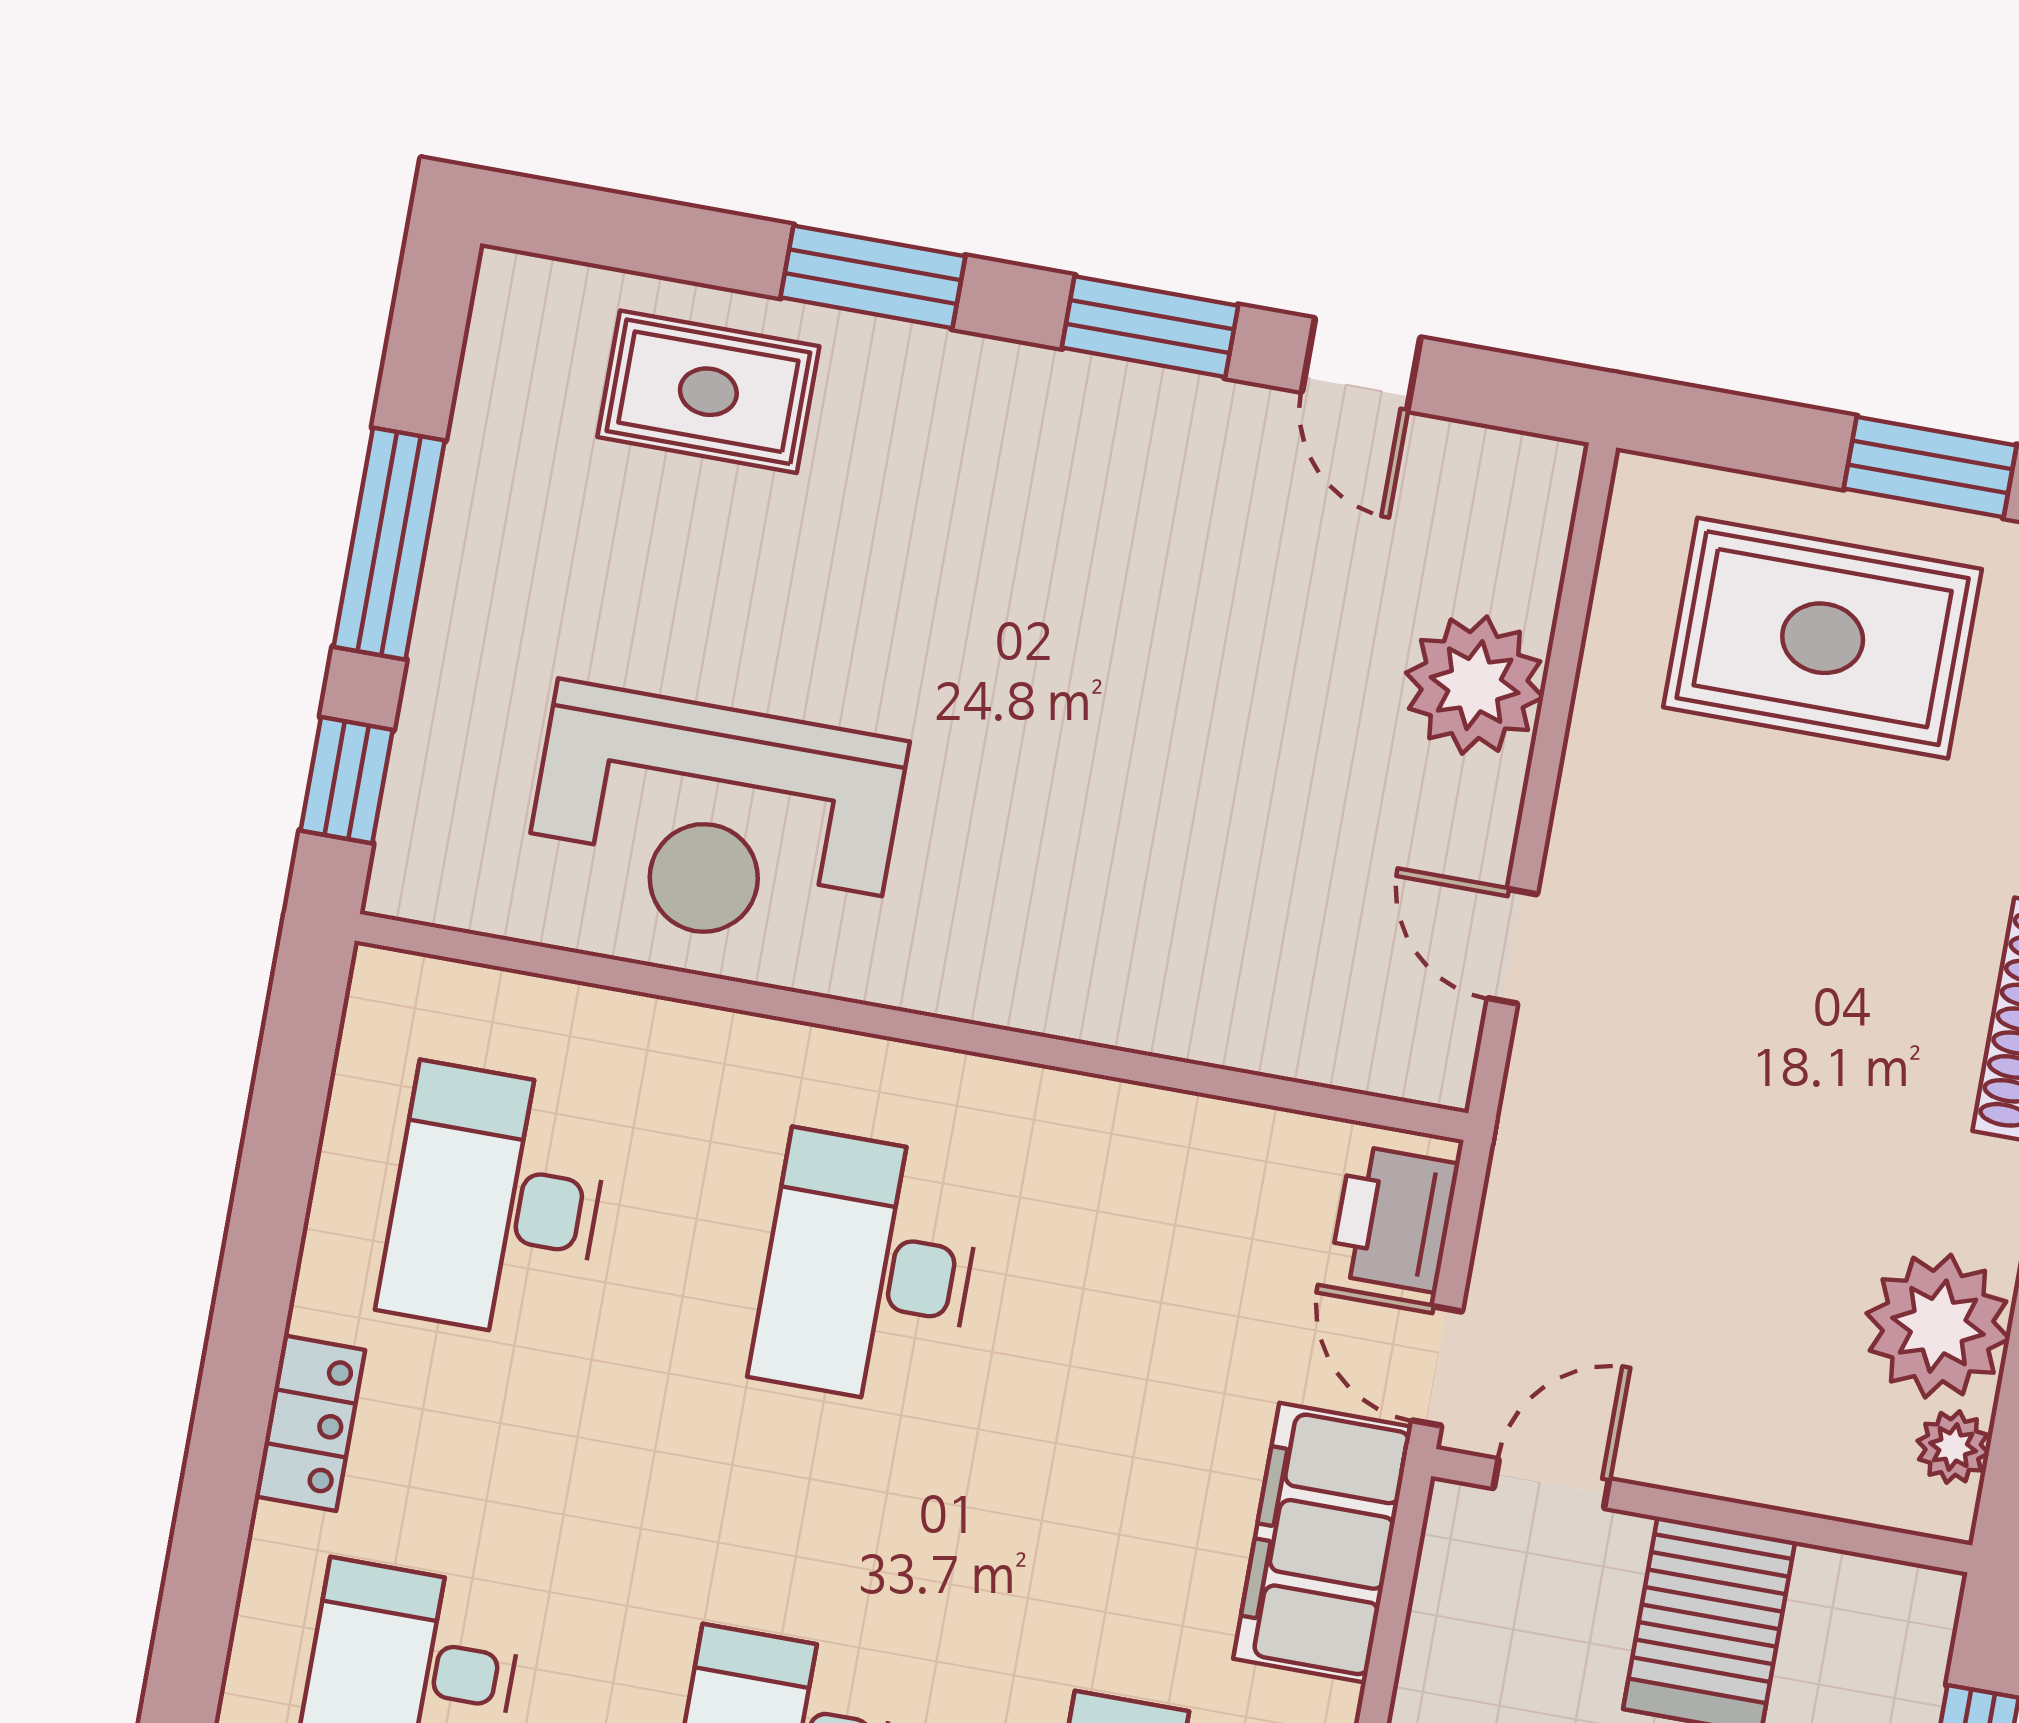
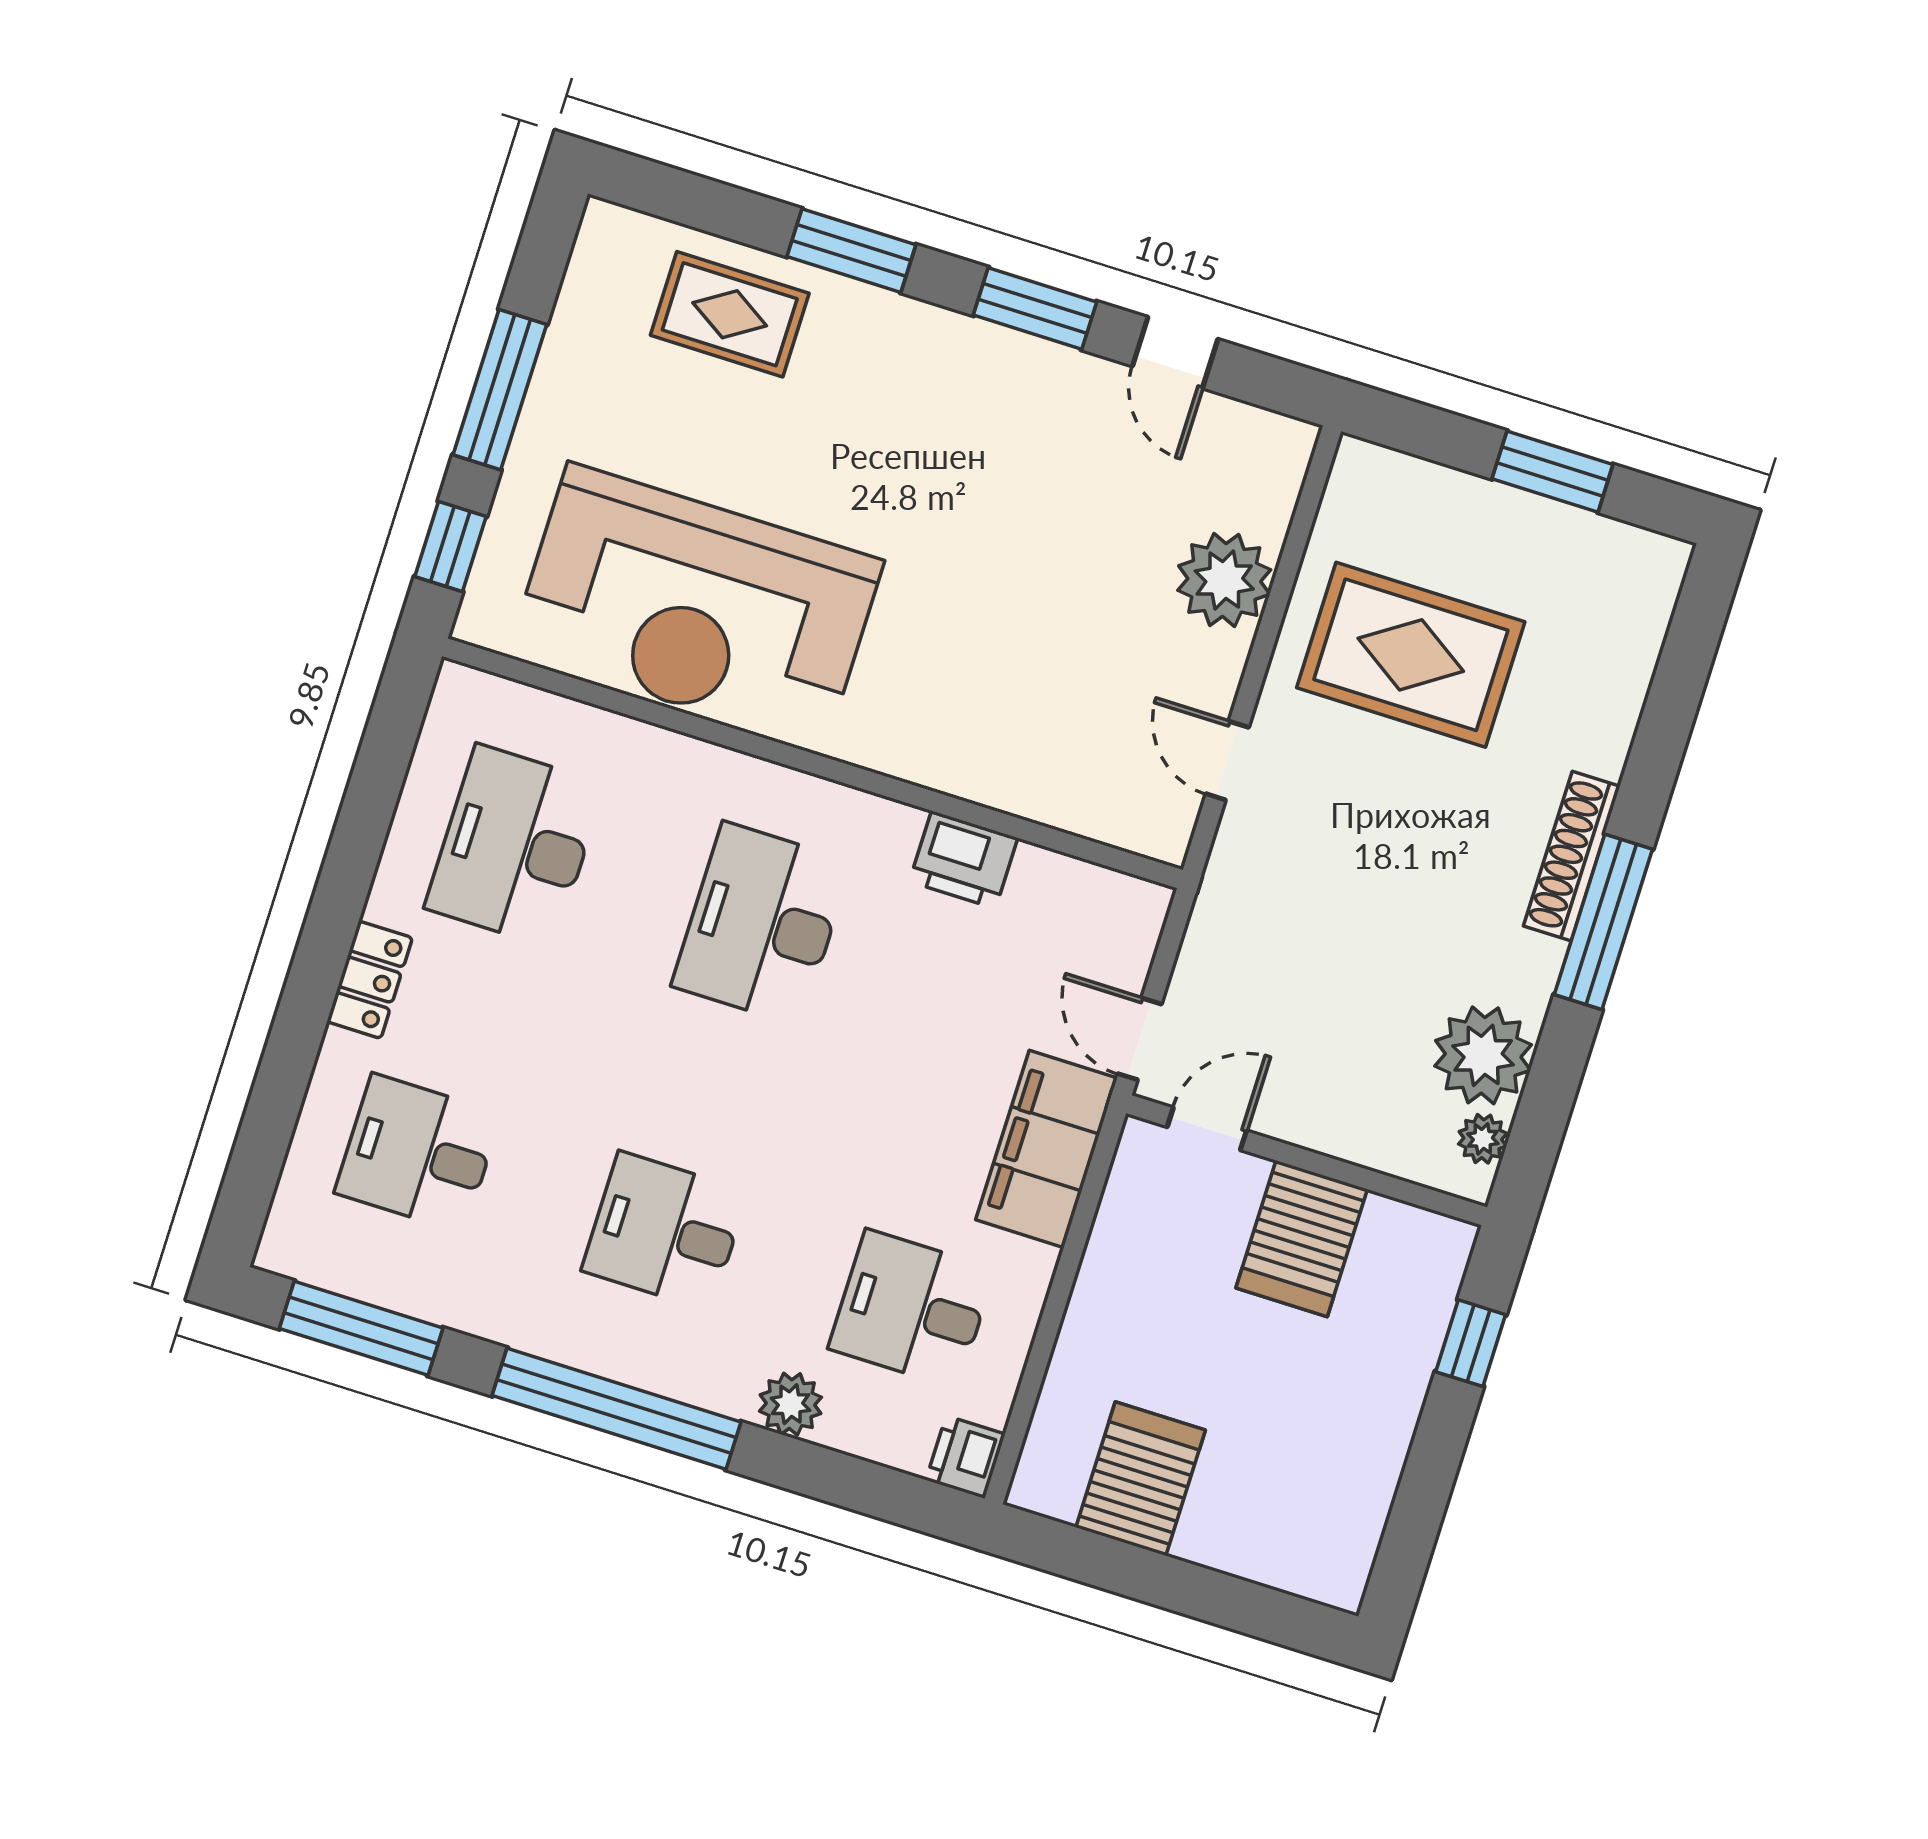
rug: (1823, 638) -> (1411, 655), moved
reception desk: (714, 820) -> (696, 606), width x1.36, depth x1.30
printer: (1394, 1219) -> (964, 860), moved, turned -90

